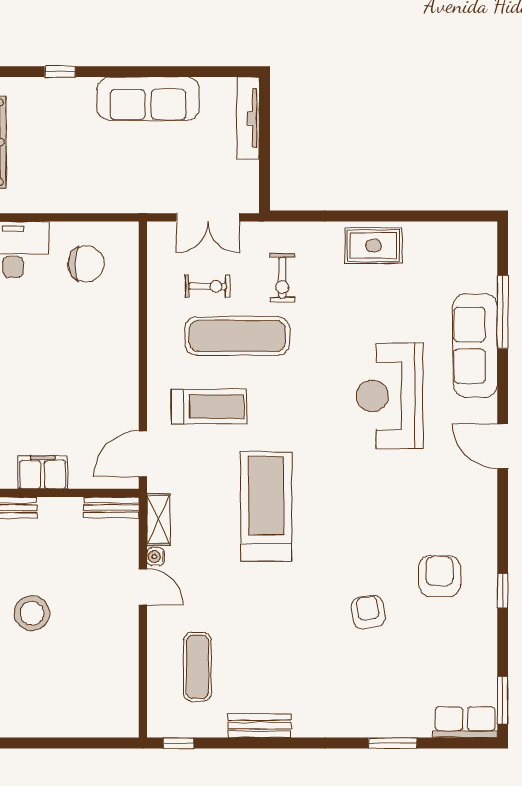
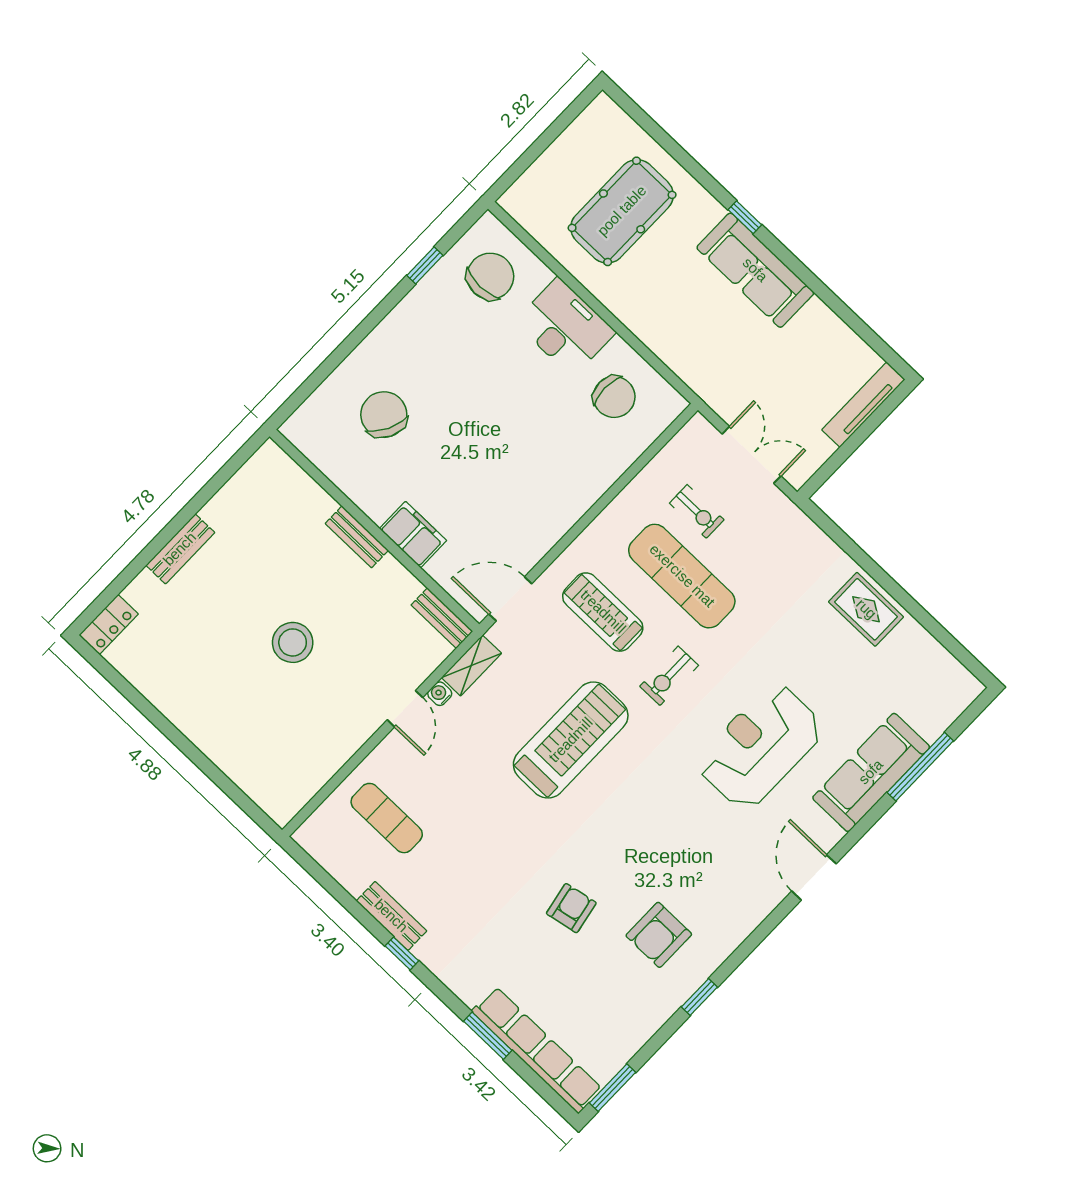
sofa: (148, 99) -> (755, 270), moved
double door: (208, 217) -> (752, 455), swing flipped
exercise bike: (282, 278) -> (669, 676), moved
treadmill: (209, 406) -> (603, 612), turned 180
armchair: (440, 576) -> (659, 935), turned 180
exercise mat: (197, 667) -> (387, 818), turned 90
row of seats: (465, 722) -> (537, 1050), width x2.02
window: (179, 743) -> (402, 953), moved

